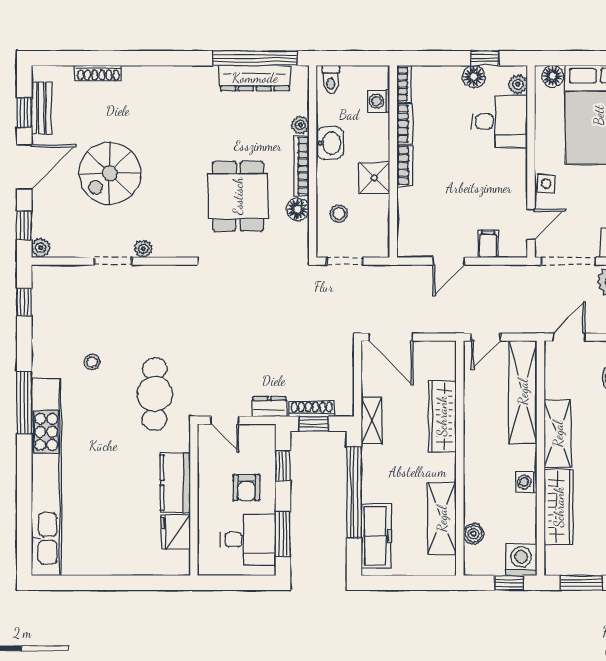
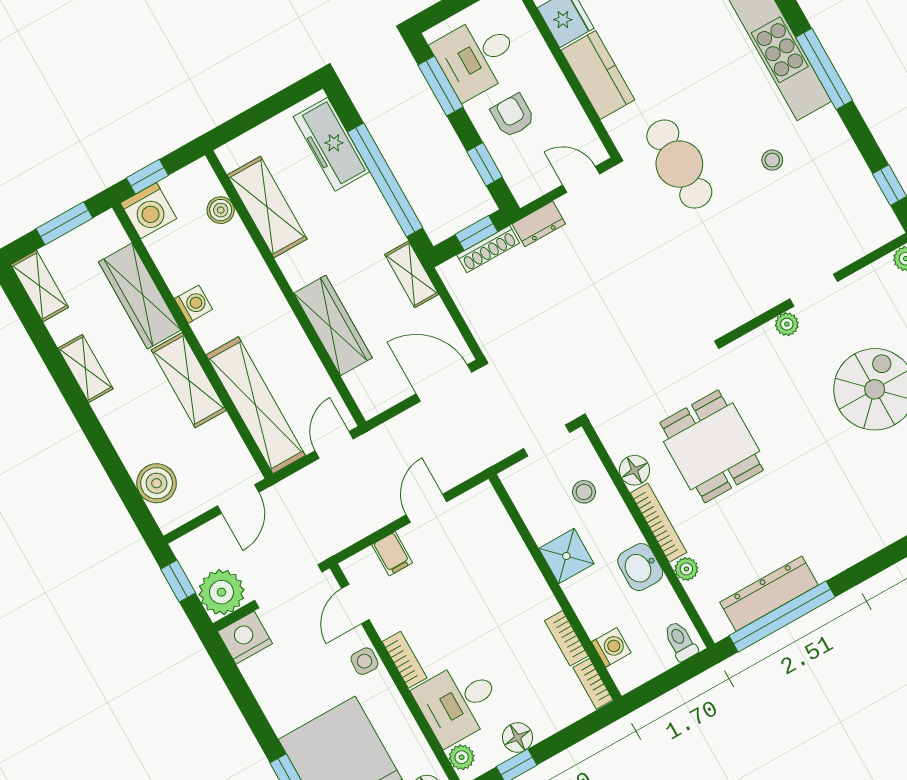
bookcase: (405, 166) -> (404, 660), moved, turned 180

